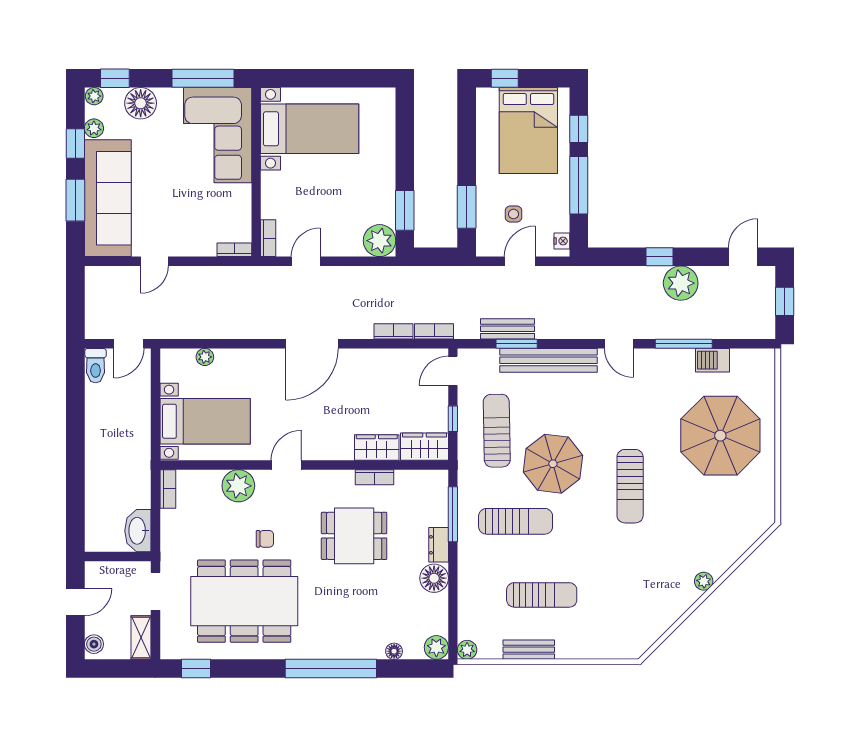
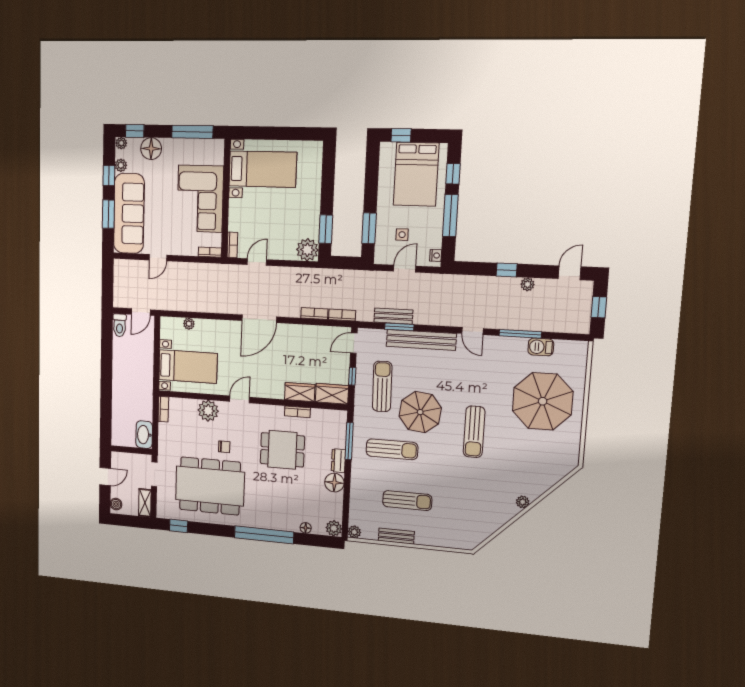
corner sofa: (218, 135) -> (200, 199), moved
plant: (681, 283) -> (528, 284), width x0.53, depth x0.53

